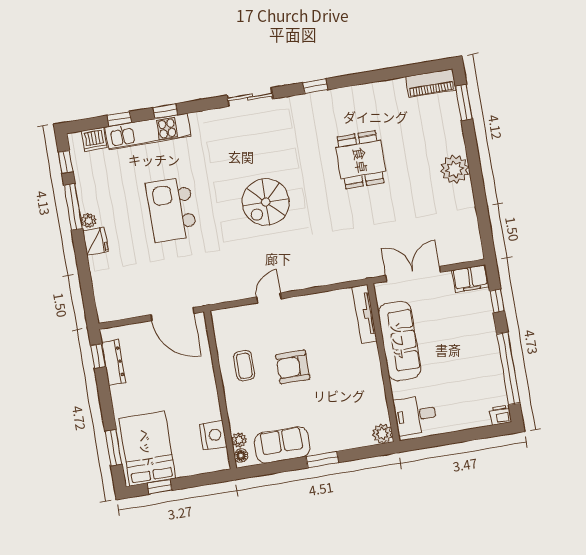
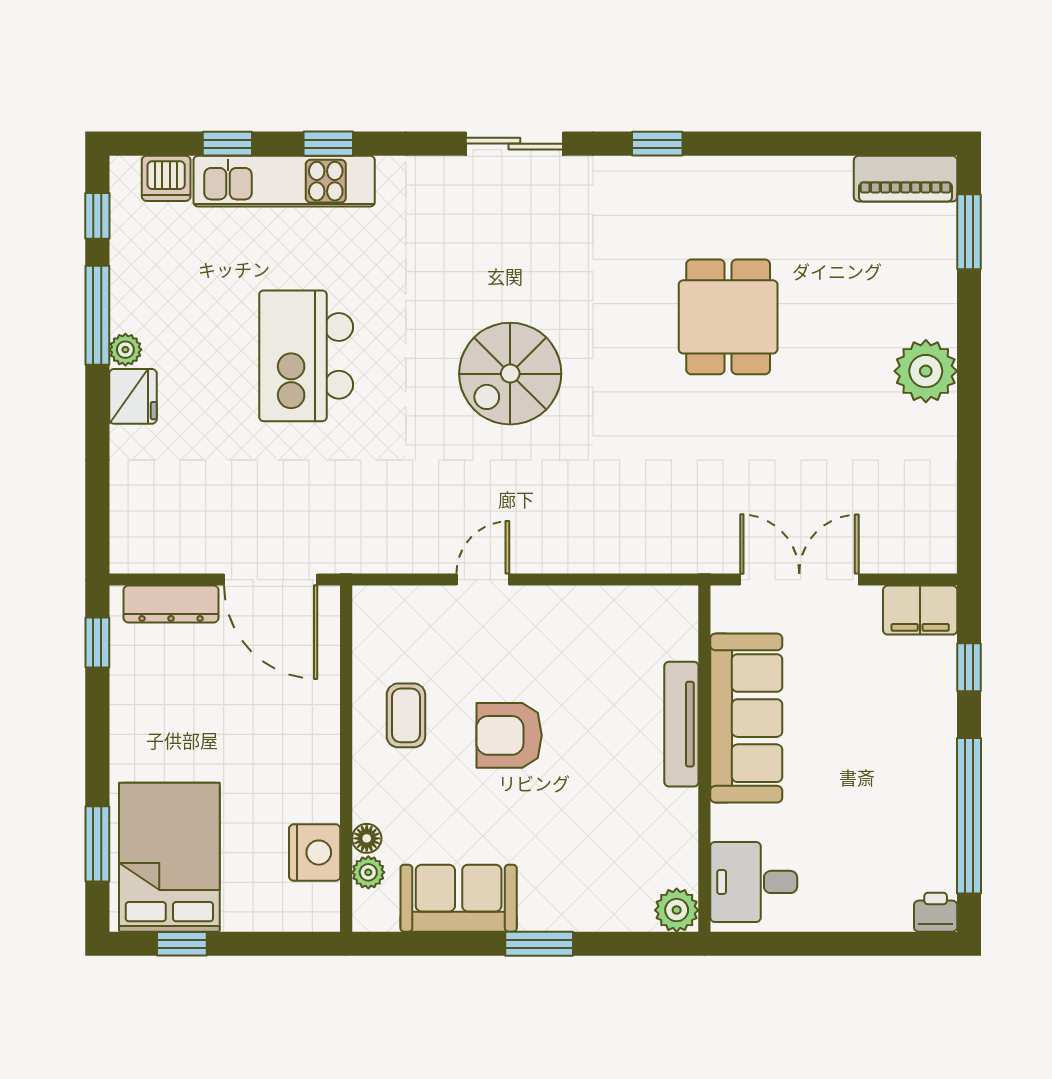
tv unit: (365, 314) -> (681, 724), moved
dresser: (113, 362) -> (171, 604), moved, turned 90
floor lamp: (241, 456) -> (367, 838), moved

